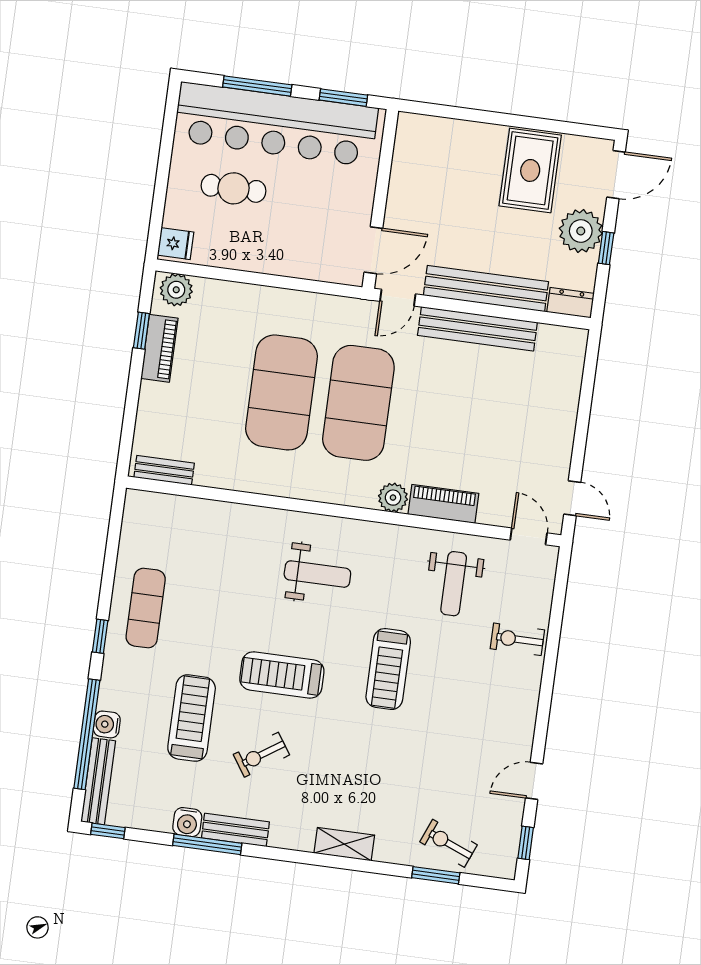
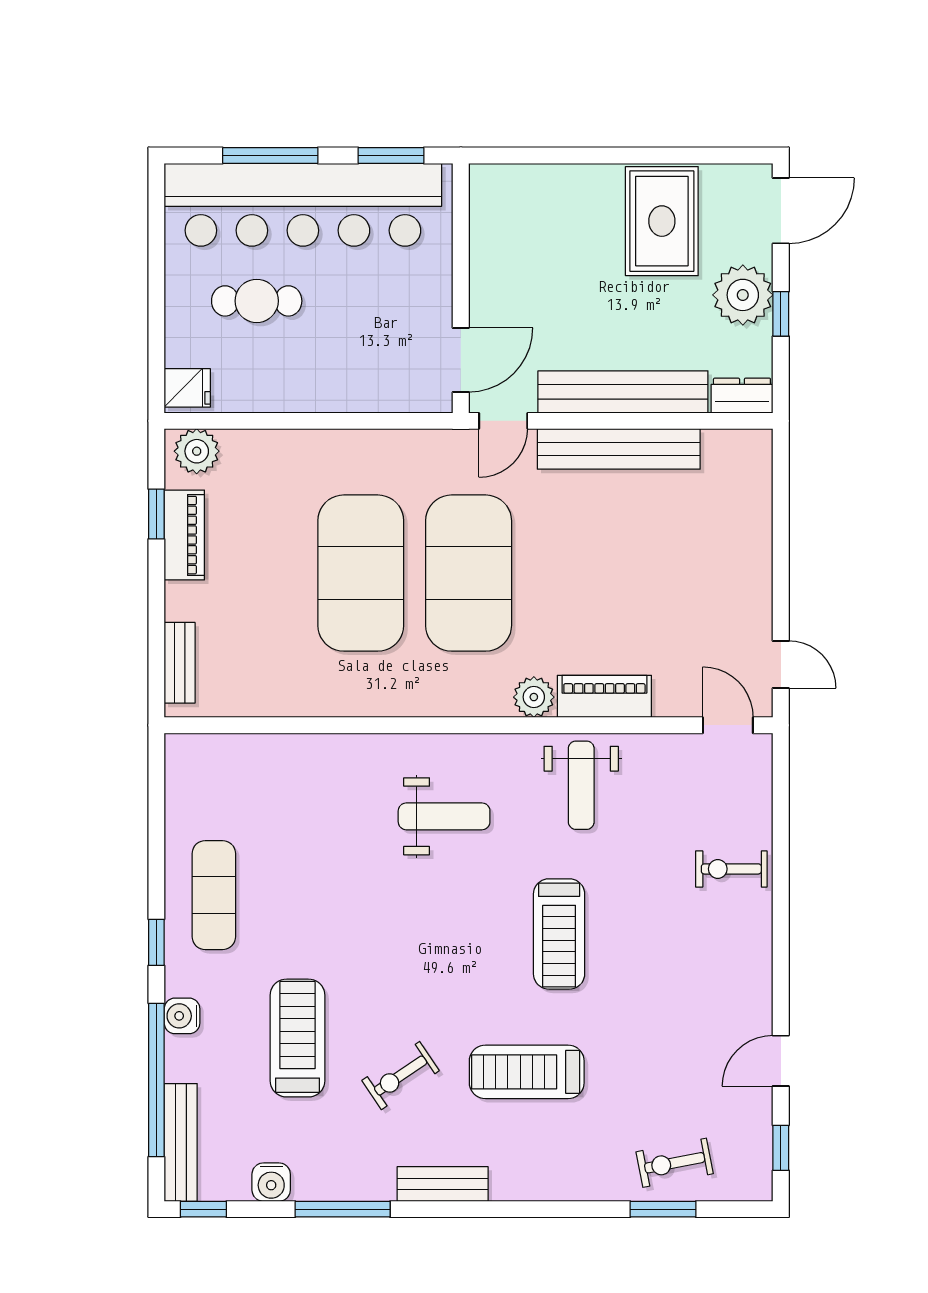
bench: (164, 470) -> (180, 663), moved, turned 90
weight bench: (454, 584) -> (581, 785), moved
treadmill: (282, 675) -> (527, 1072), moved
water cooler: (107, 724) -> (182, 1016), moved
water cooler: (187, 822) -> (271, 1182), moved
bench: (235, 830) -> (443, 1184), moved
exercise bike: (449, 843) -> (675, 1163), turned -33
shelving: (344, 844) -> (531, 1183), removed

